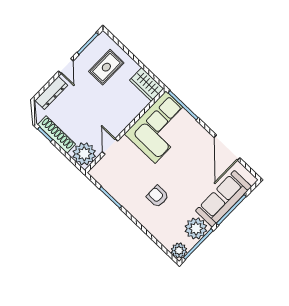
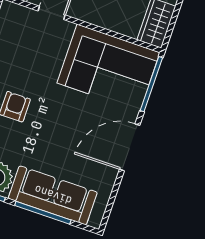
door: (227, 148) -> (130, 147), moved

